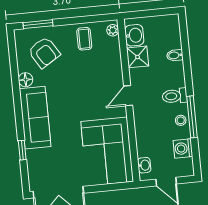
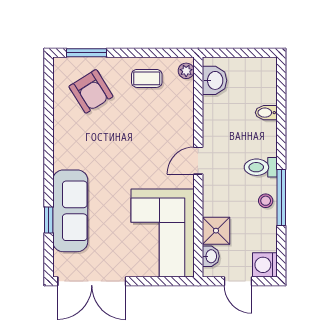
coffee table: (84, 39) -> (147, 78), turned 90
shower: (138, 57) -> (216, 231), moved
floor lamp: (26, 80) -> (62, 126), removed
sofa: (35, 118) -> (70, 211), moved
washing machine: (183, 148) -> (265, 265), moved

